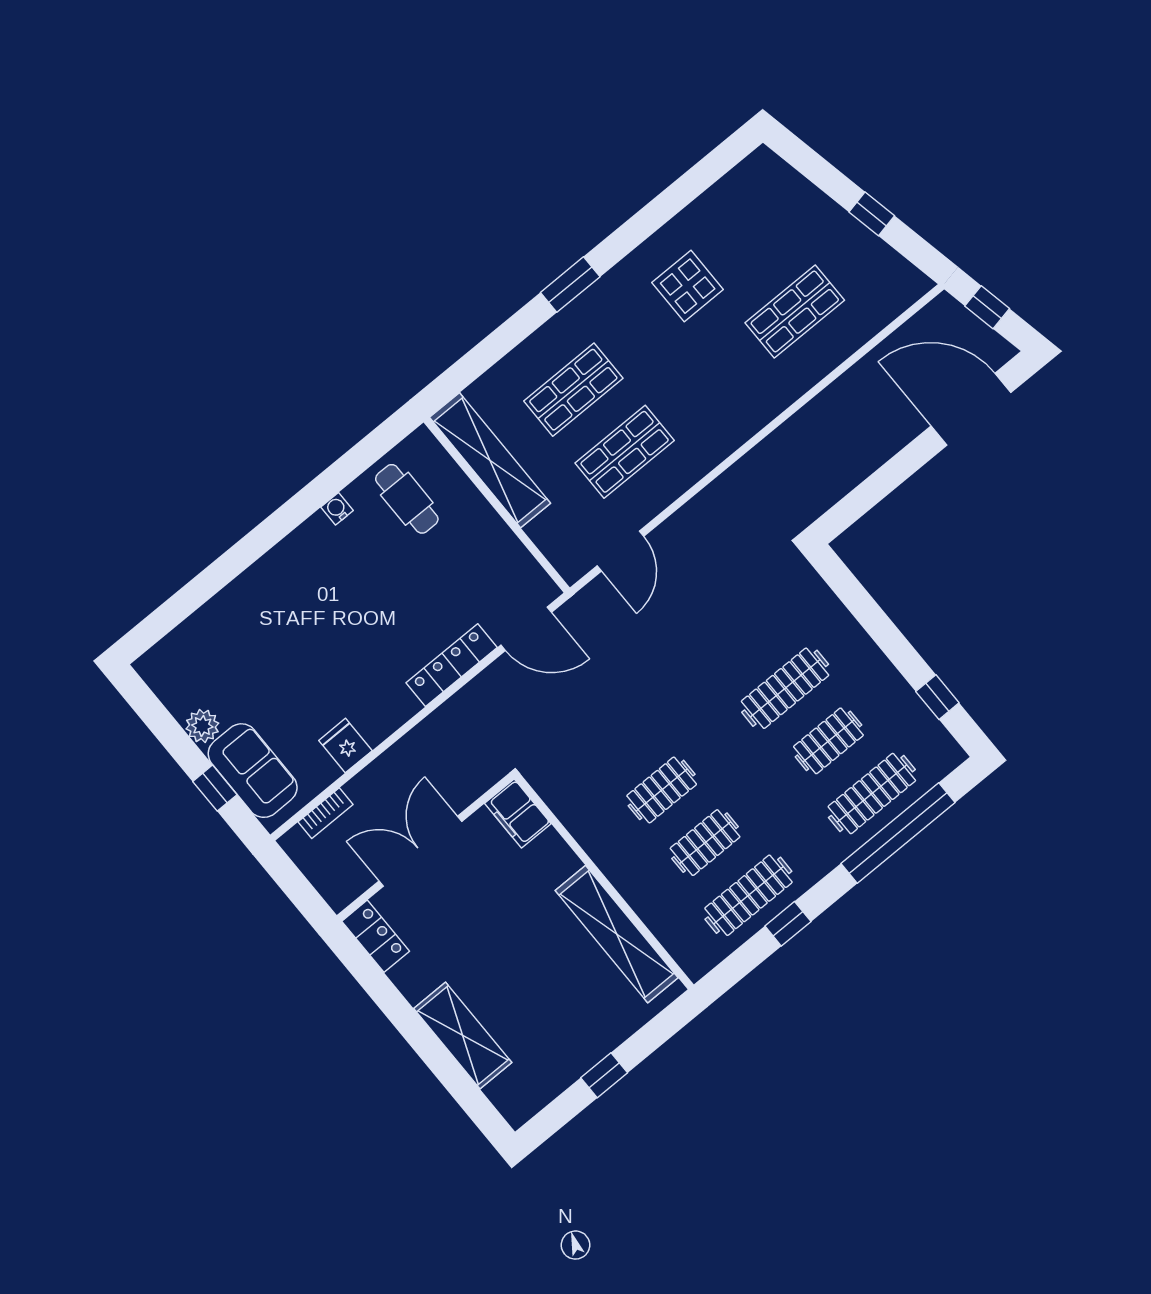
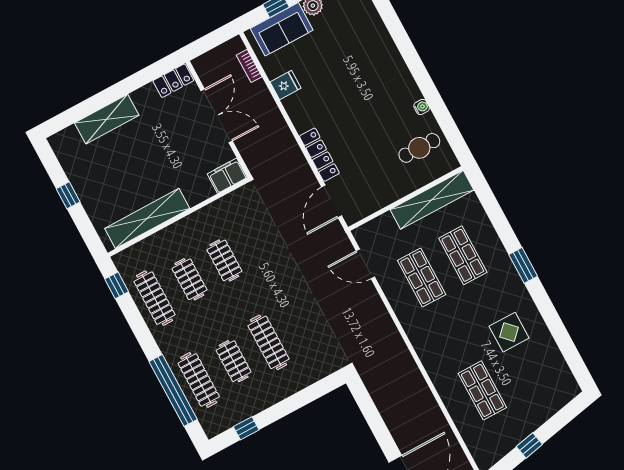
window: (788, 924) -> (117, 285), moved

